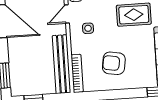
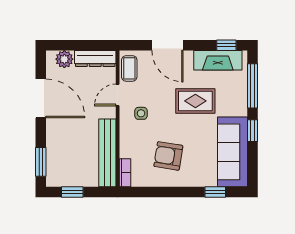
bookcase: (77, 73) -> (125, 173), width x0.64

